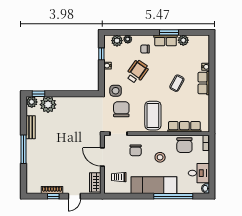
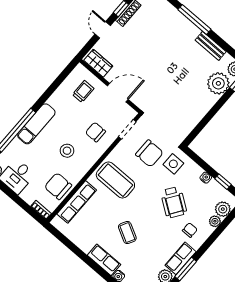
exam couch: (154, 185) -> (36, 124), width x0.73, depth x0.69

